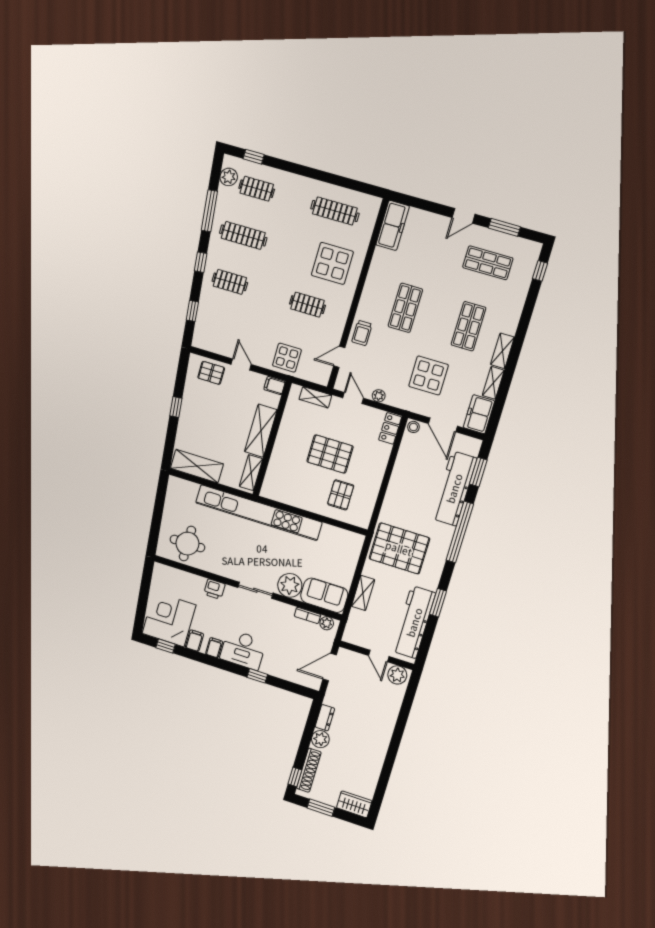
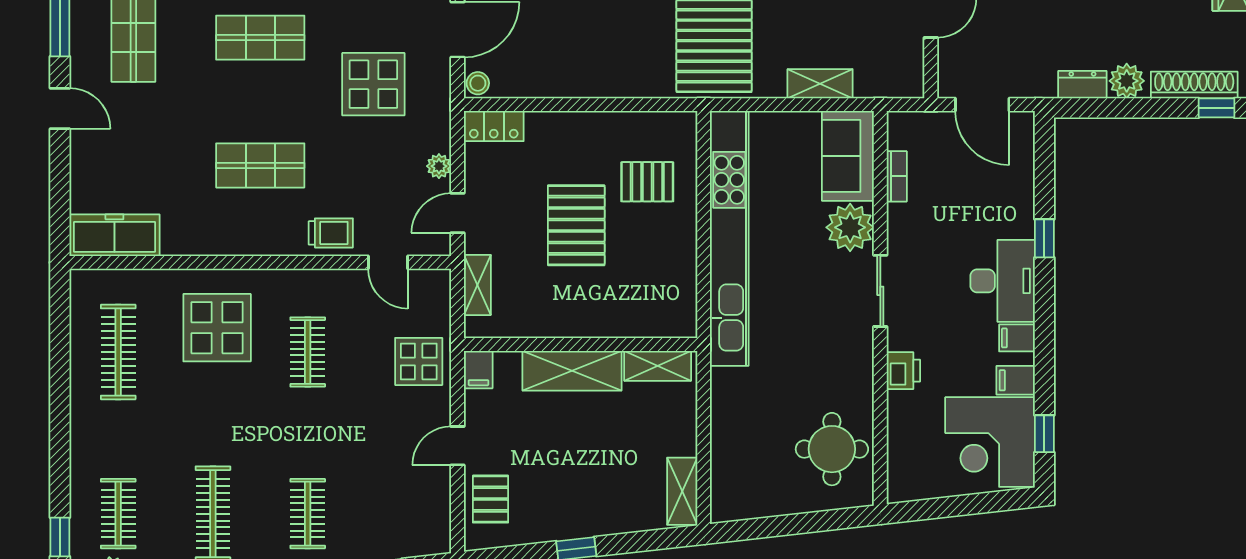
shelving: (197, 466) -> (682, 491), width x0.67, depth x0.75
kitchen unit: (259, 513) -> (729, 238), moved
plant: (327, 623) -> (900, 135), removed

